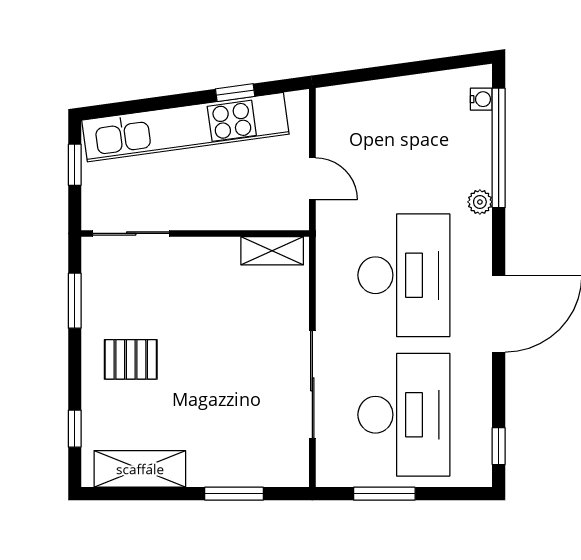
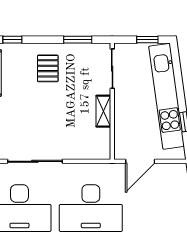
door: (312, 179) -> (140, 161), width x1.38
shelving: (272, 251) -> (103, 111), moved

